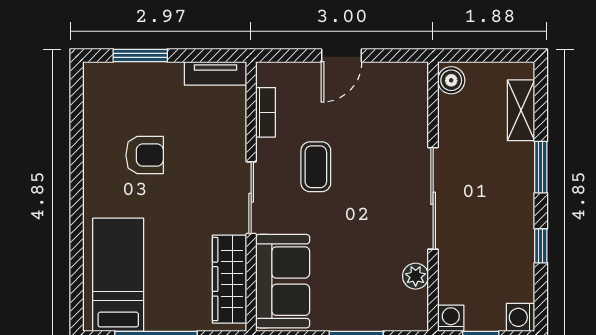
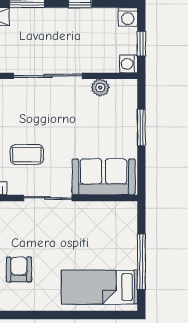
wardrobe: (229, 279) -> (102, 212), removed

